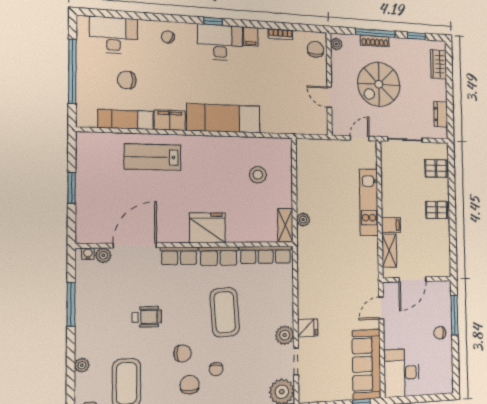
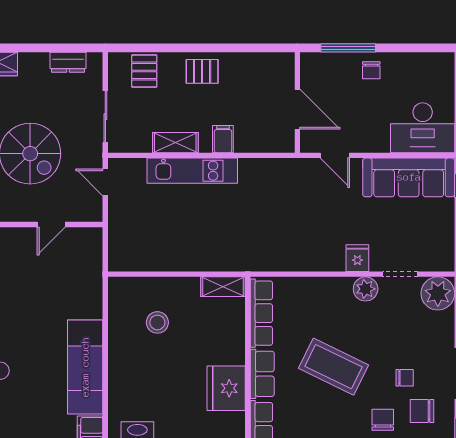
pallet: (437, 210) -> (202, 71), turned 90
plant: (303, 220) -> (216, 263), removed
shelving: (389, 251) -> (175, 143), moved
coffee table: (225, 312) -> (334, 367), turned 30

